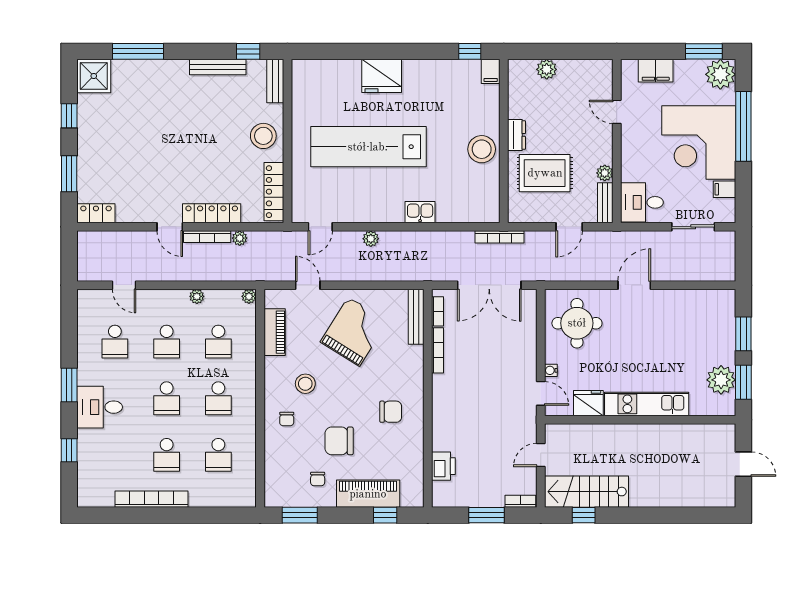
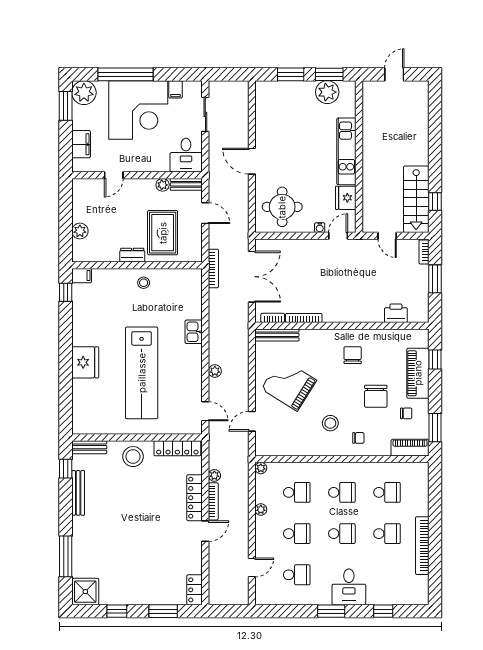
stool: (482, 149) -> (144, 283), width x0.53, depth x0.53
piano: (275, 332) -> (410, 448), moved

